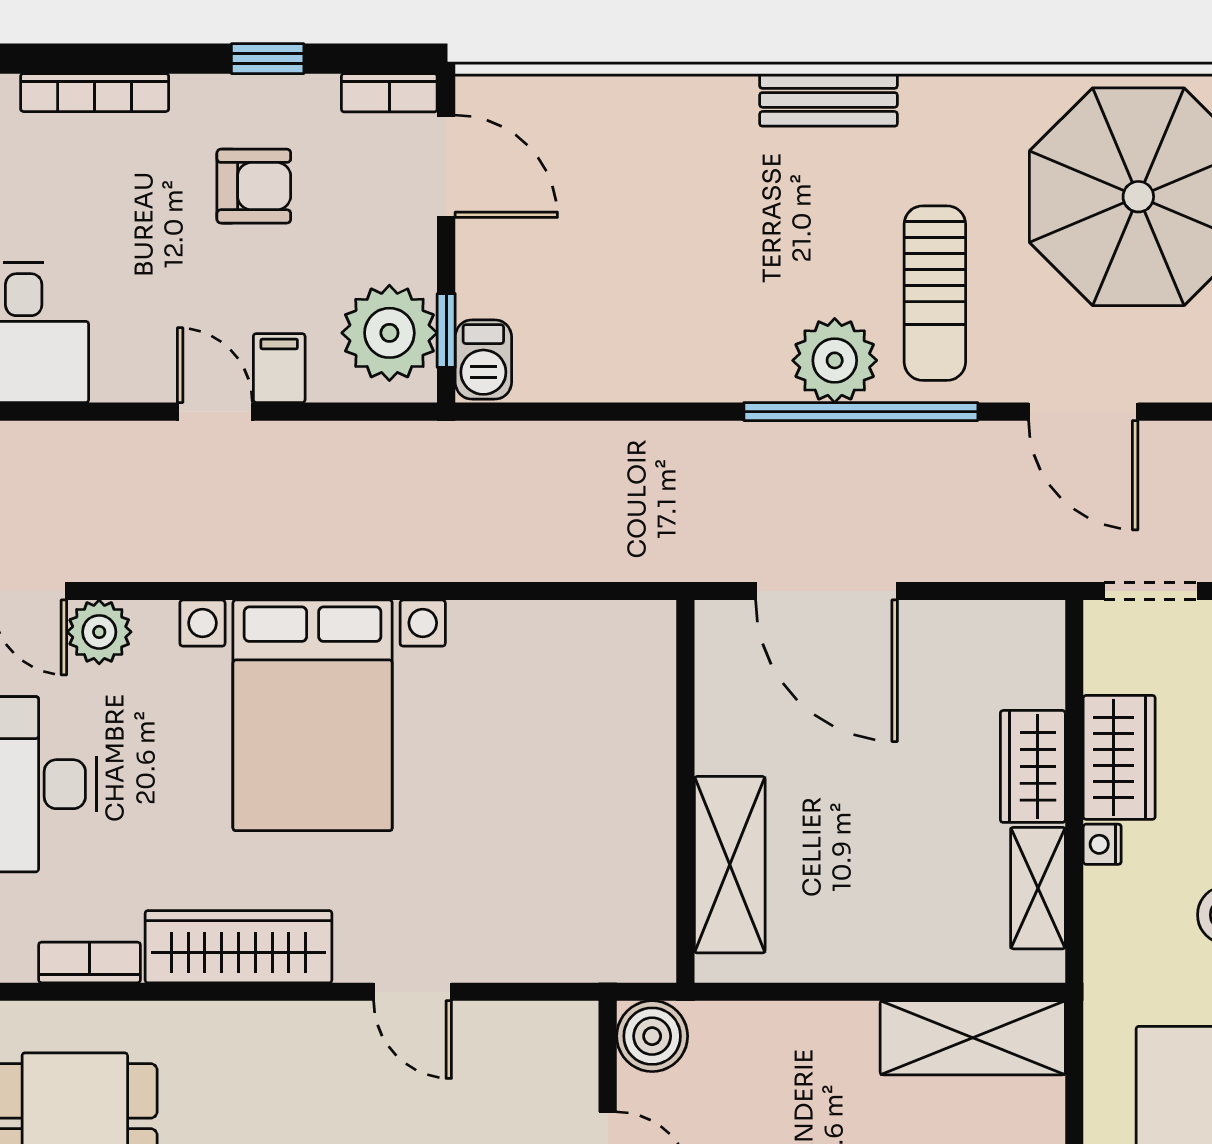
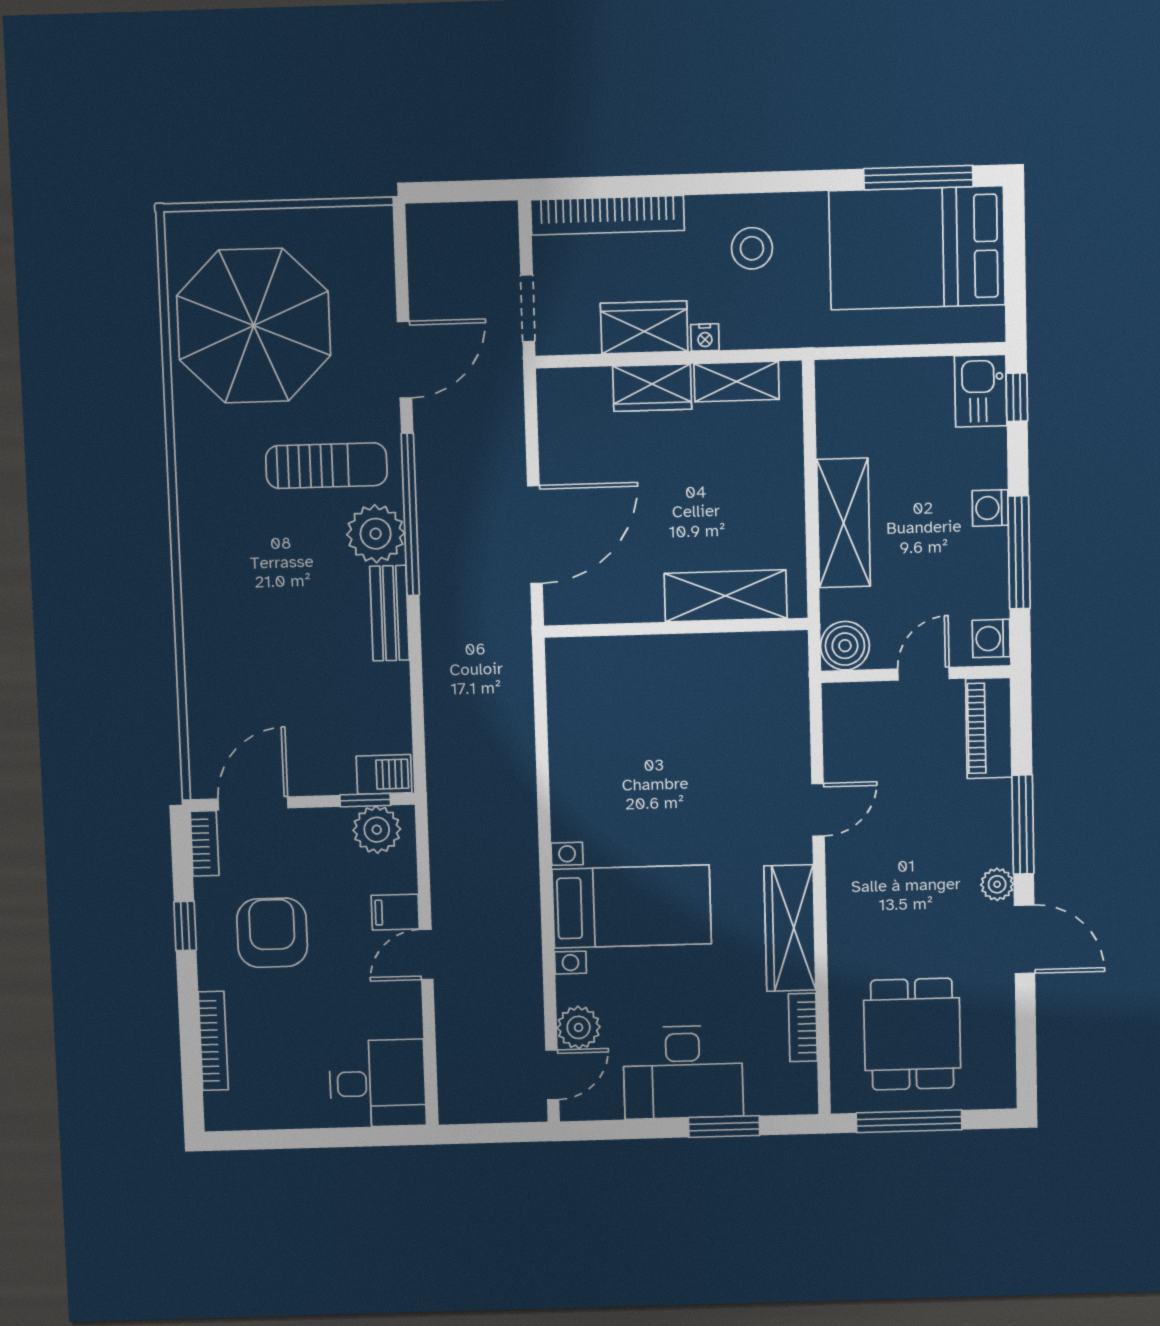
bench: (828, 100) -> (390, 613), moved
armchair: (254, 186) -> (272, 933), width x1.38, depth x1.38
plant: (389, 333) -> (377, 830), width x0.73, depth x0.73
bed with nightstands: (313, 715) -> (632, 906), width x0.73
shelving: (973, 1038) -> (844, 523), moved

